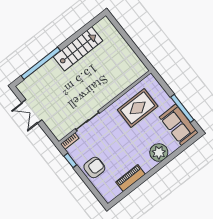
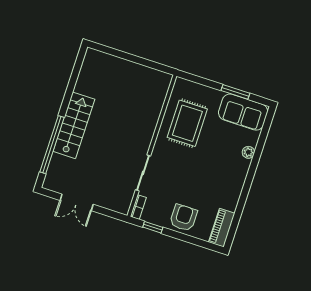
stairs: (78, 49) -> (74, 125), moved
window: (182, 108) -> (235, 92), width x0.69
plant: (159, 152) -> (248, 152), width x0.53, depth x0.53
piano: (131, 178) -> (222, 228), moved

